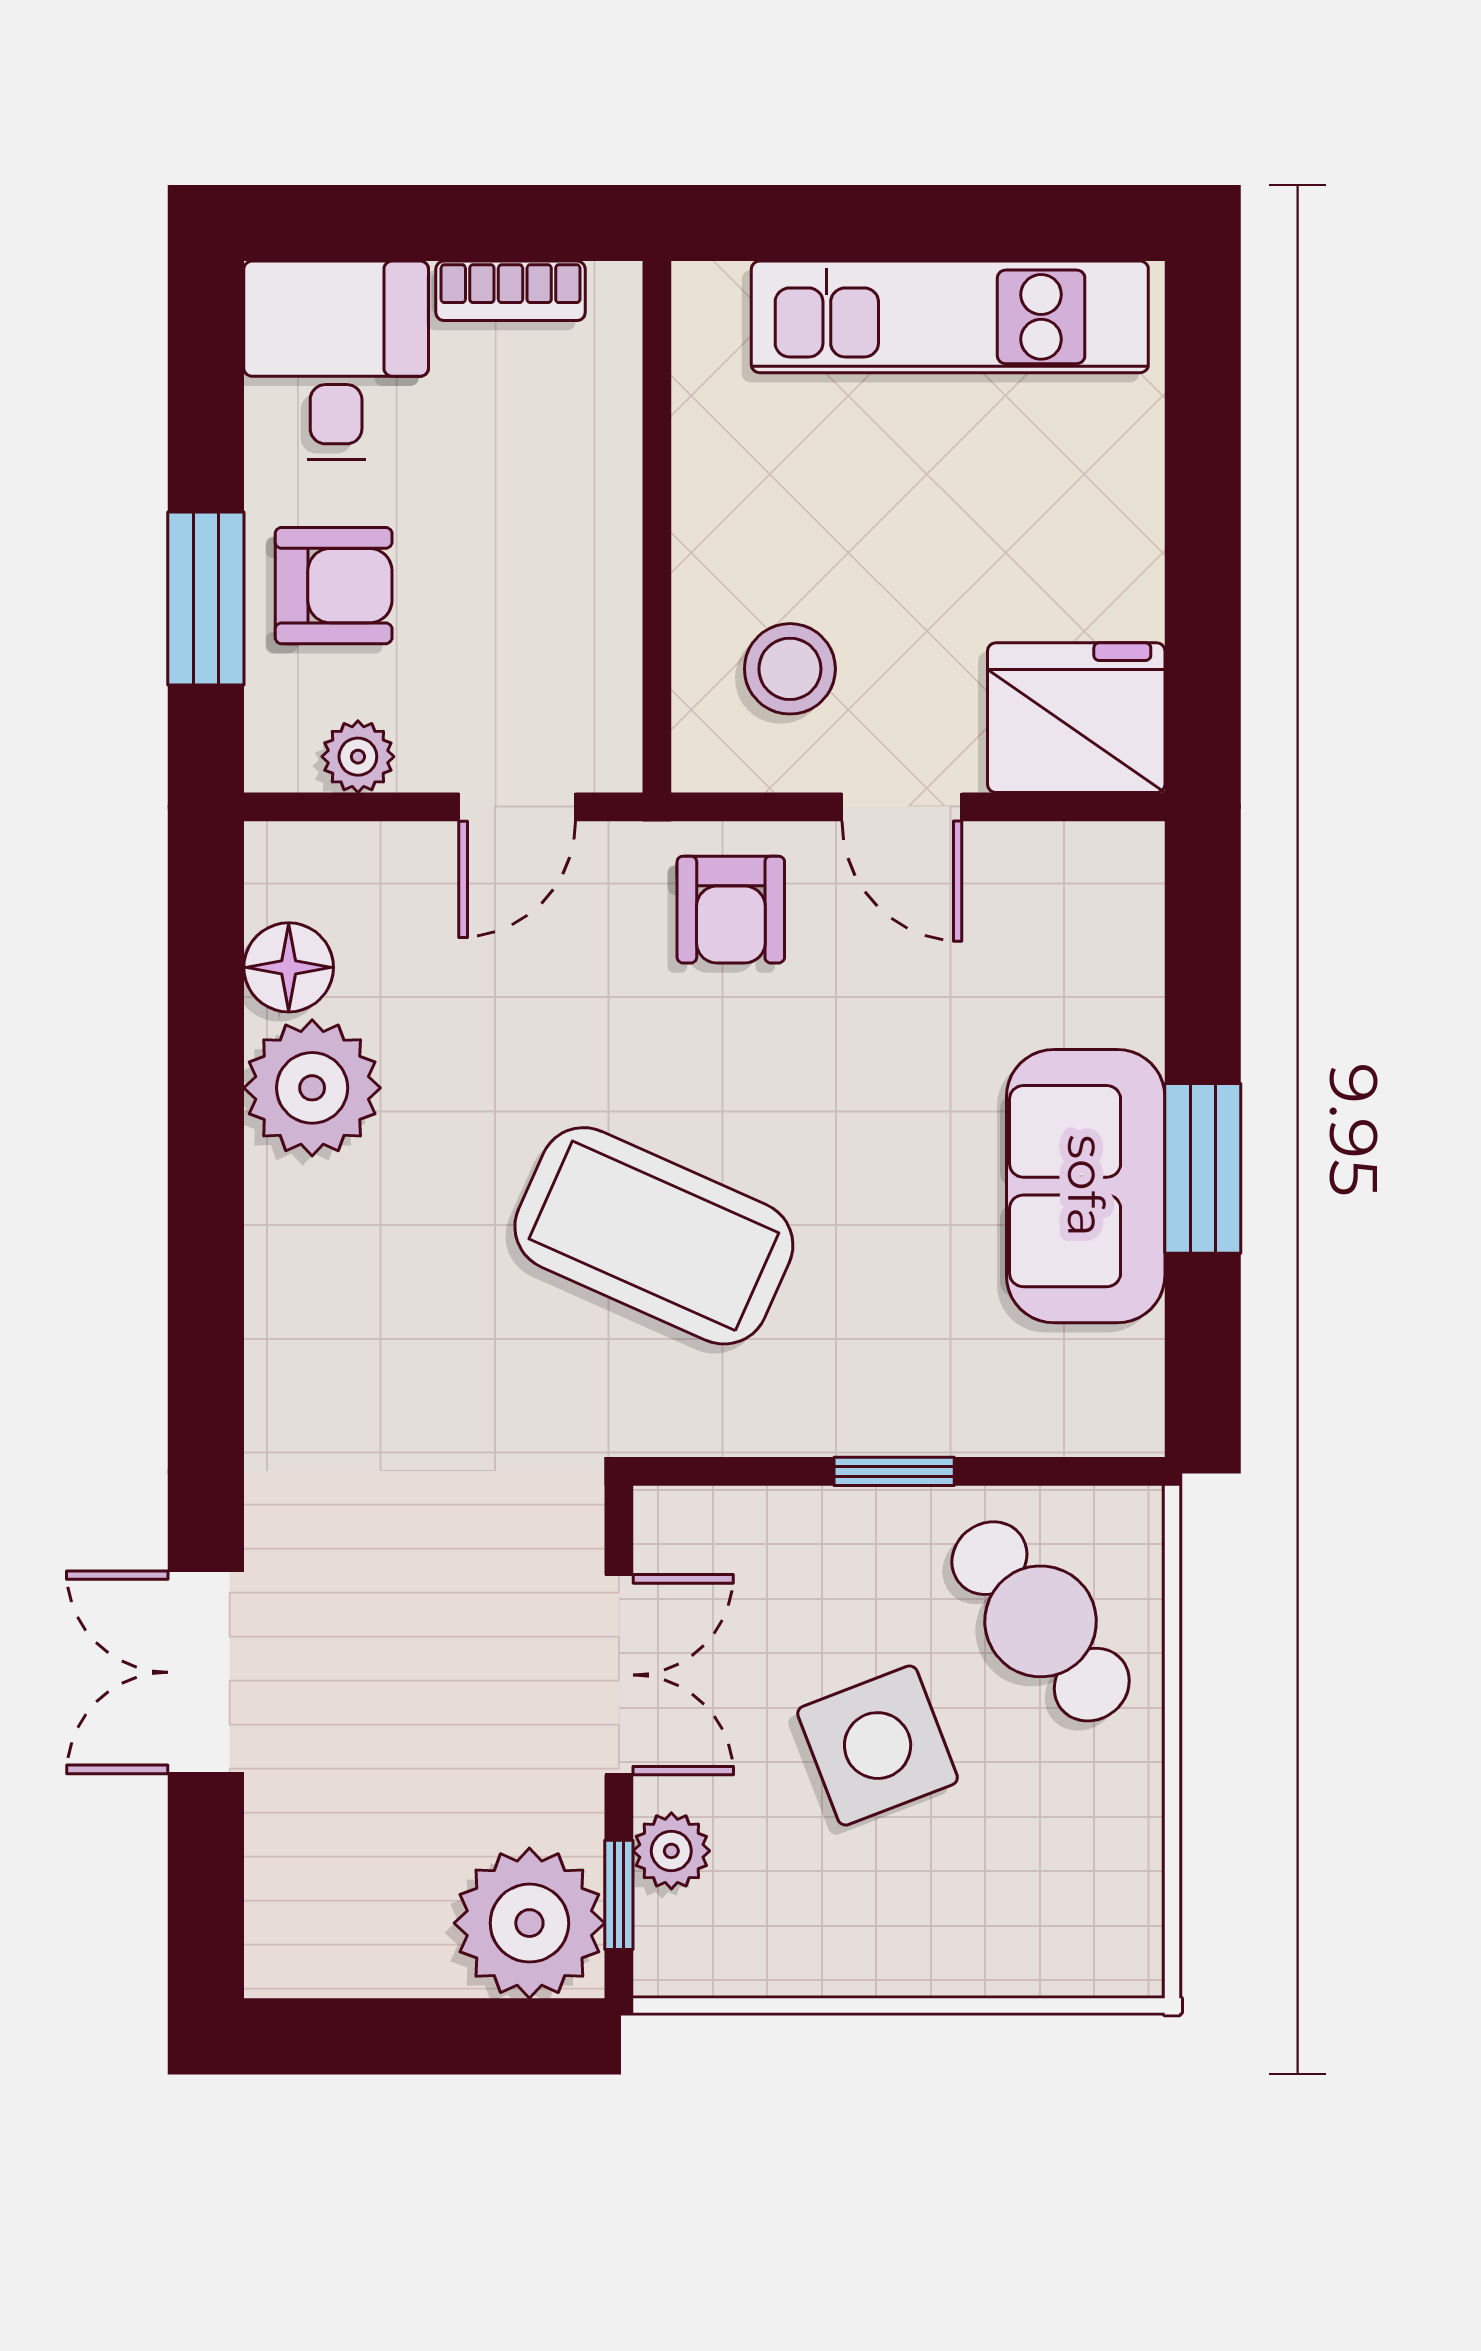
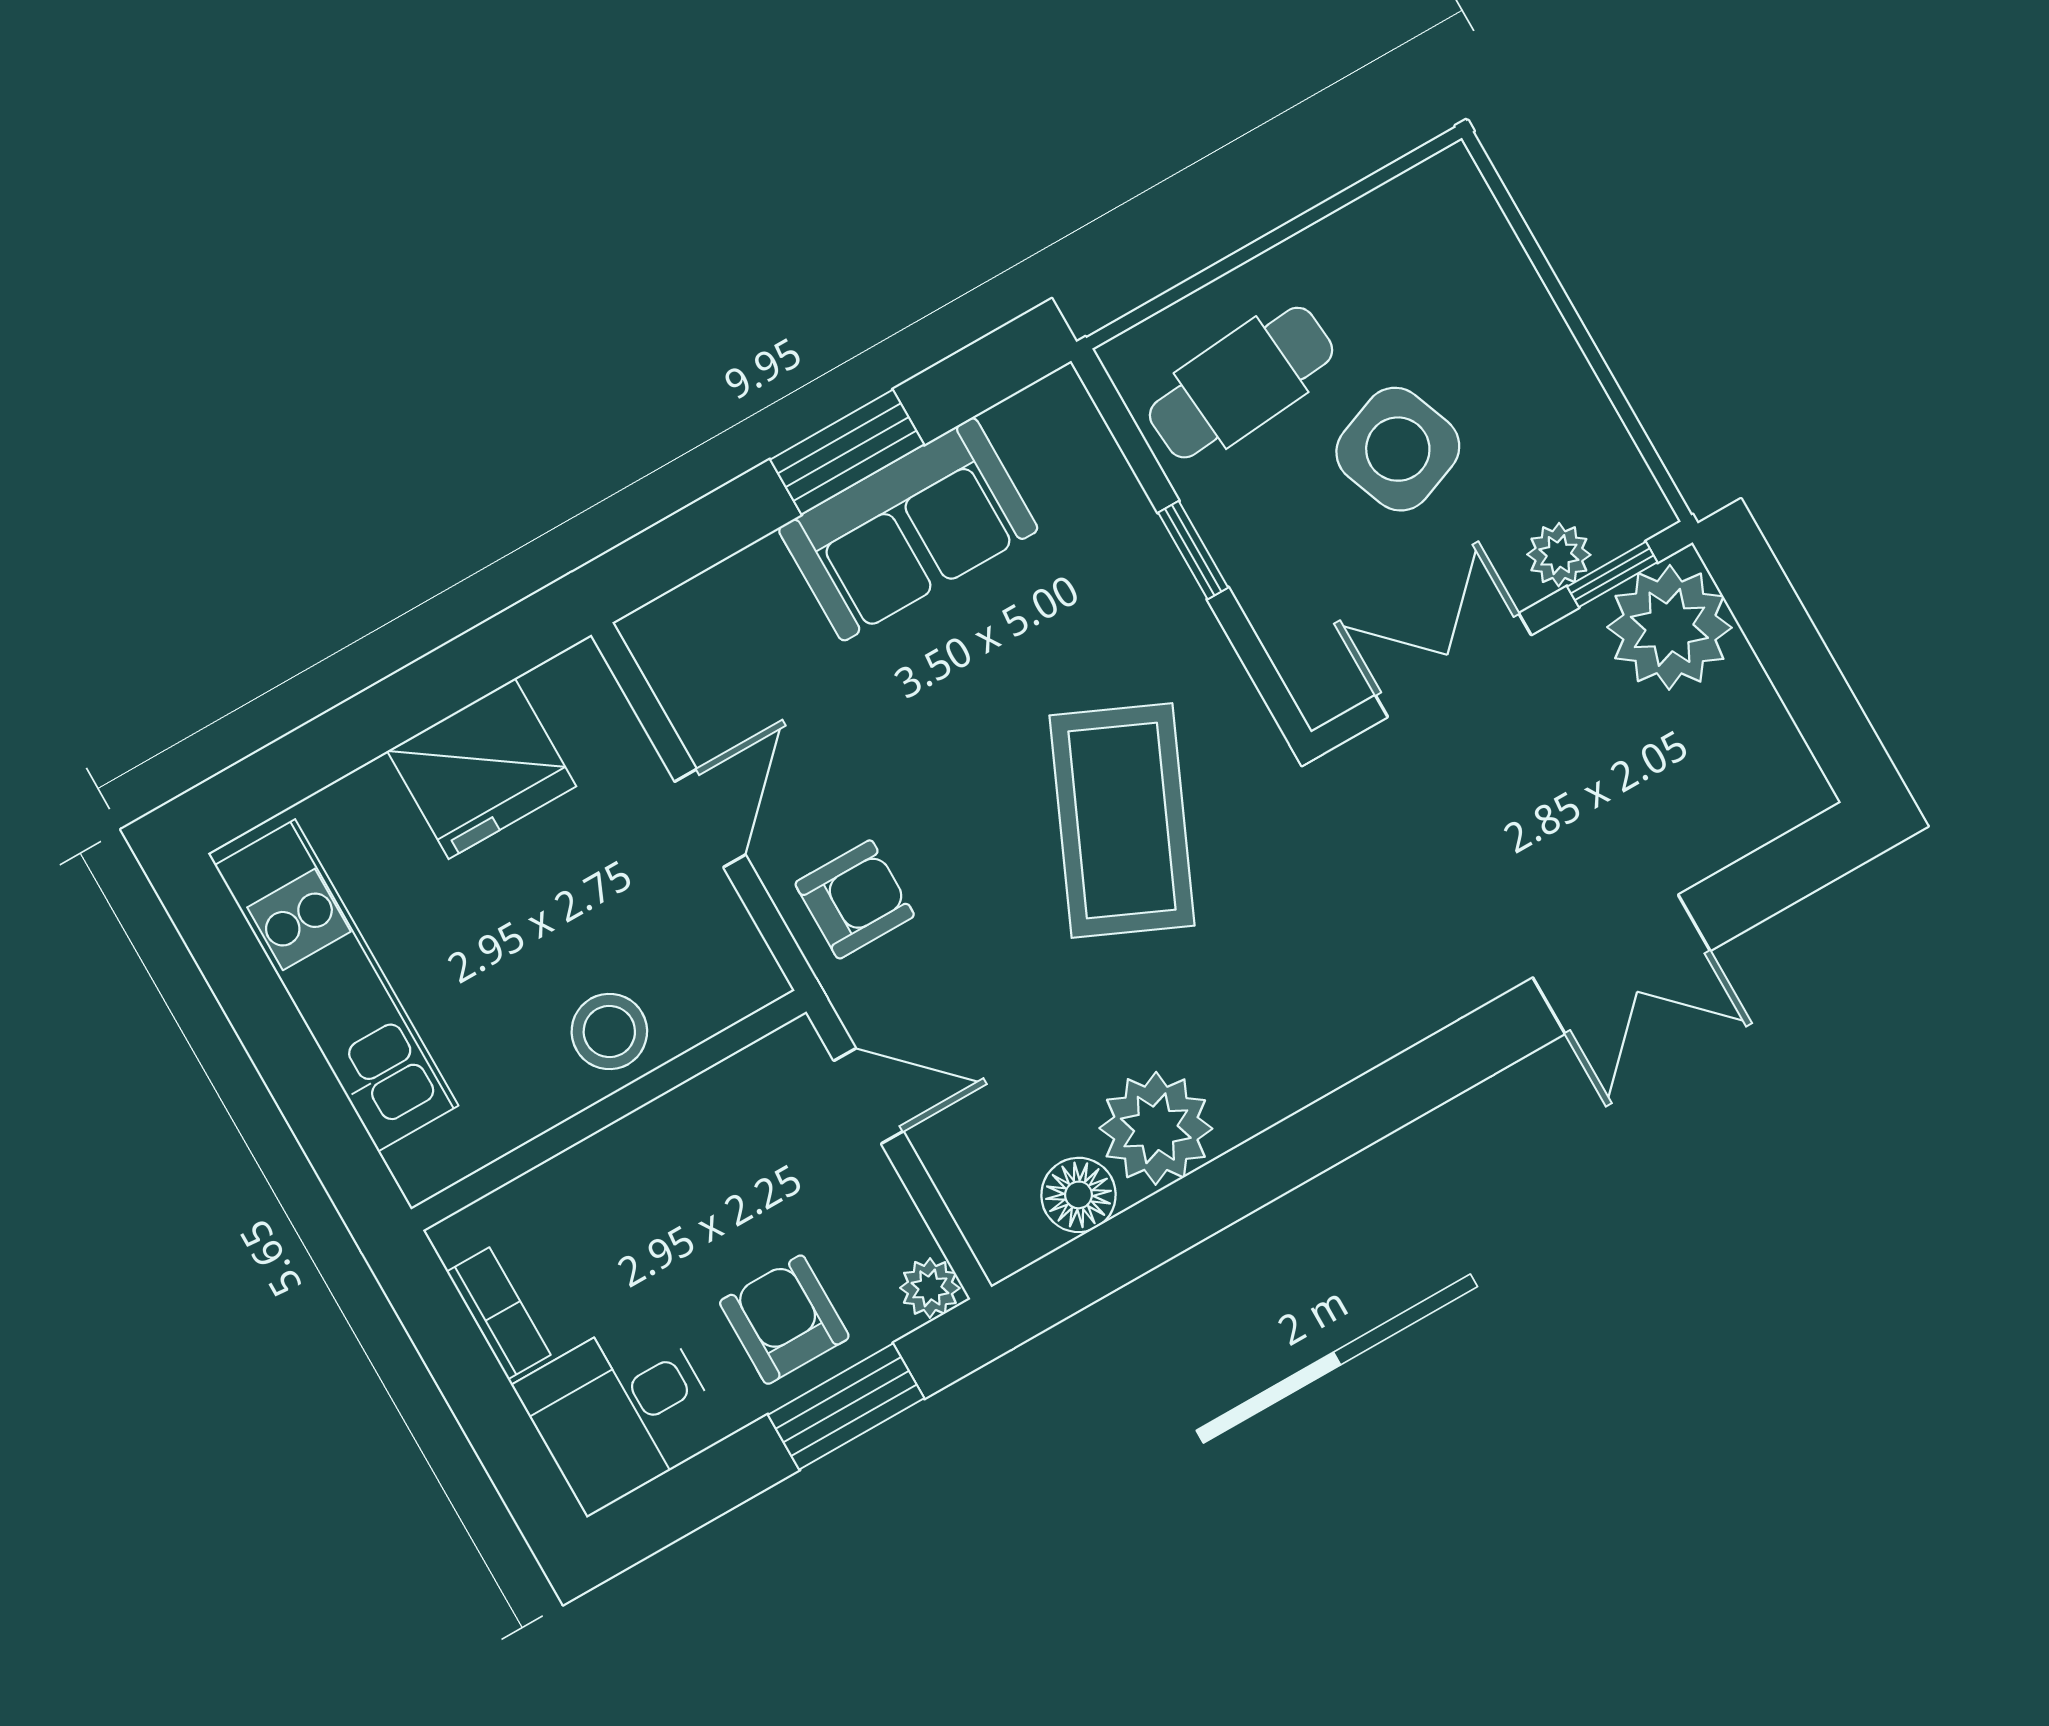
stool: (790, 669) -> (609, 1032), moved
fridge: (1076, 718) -> (482, 769), moved, turned -90
plant: (358, 757) -> (930, 1288), moved
cafe table: (1041, 1621) -> (1241, 383), turned 34

